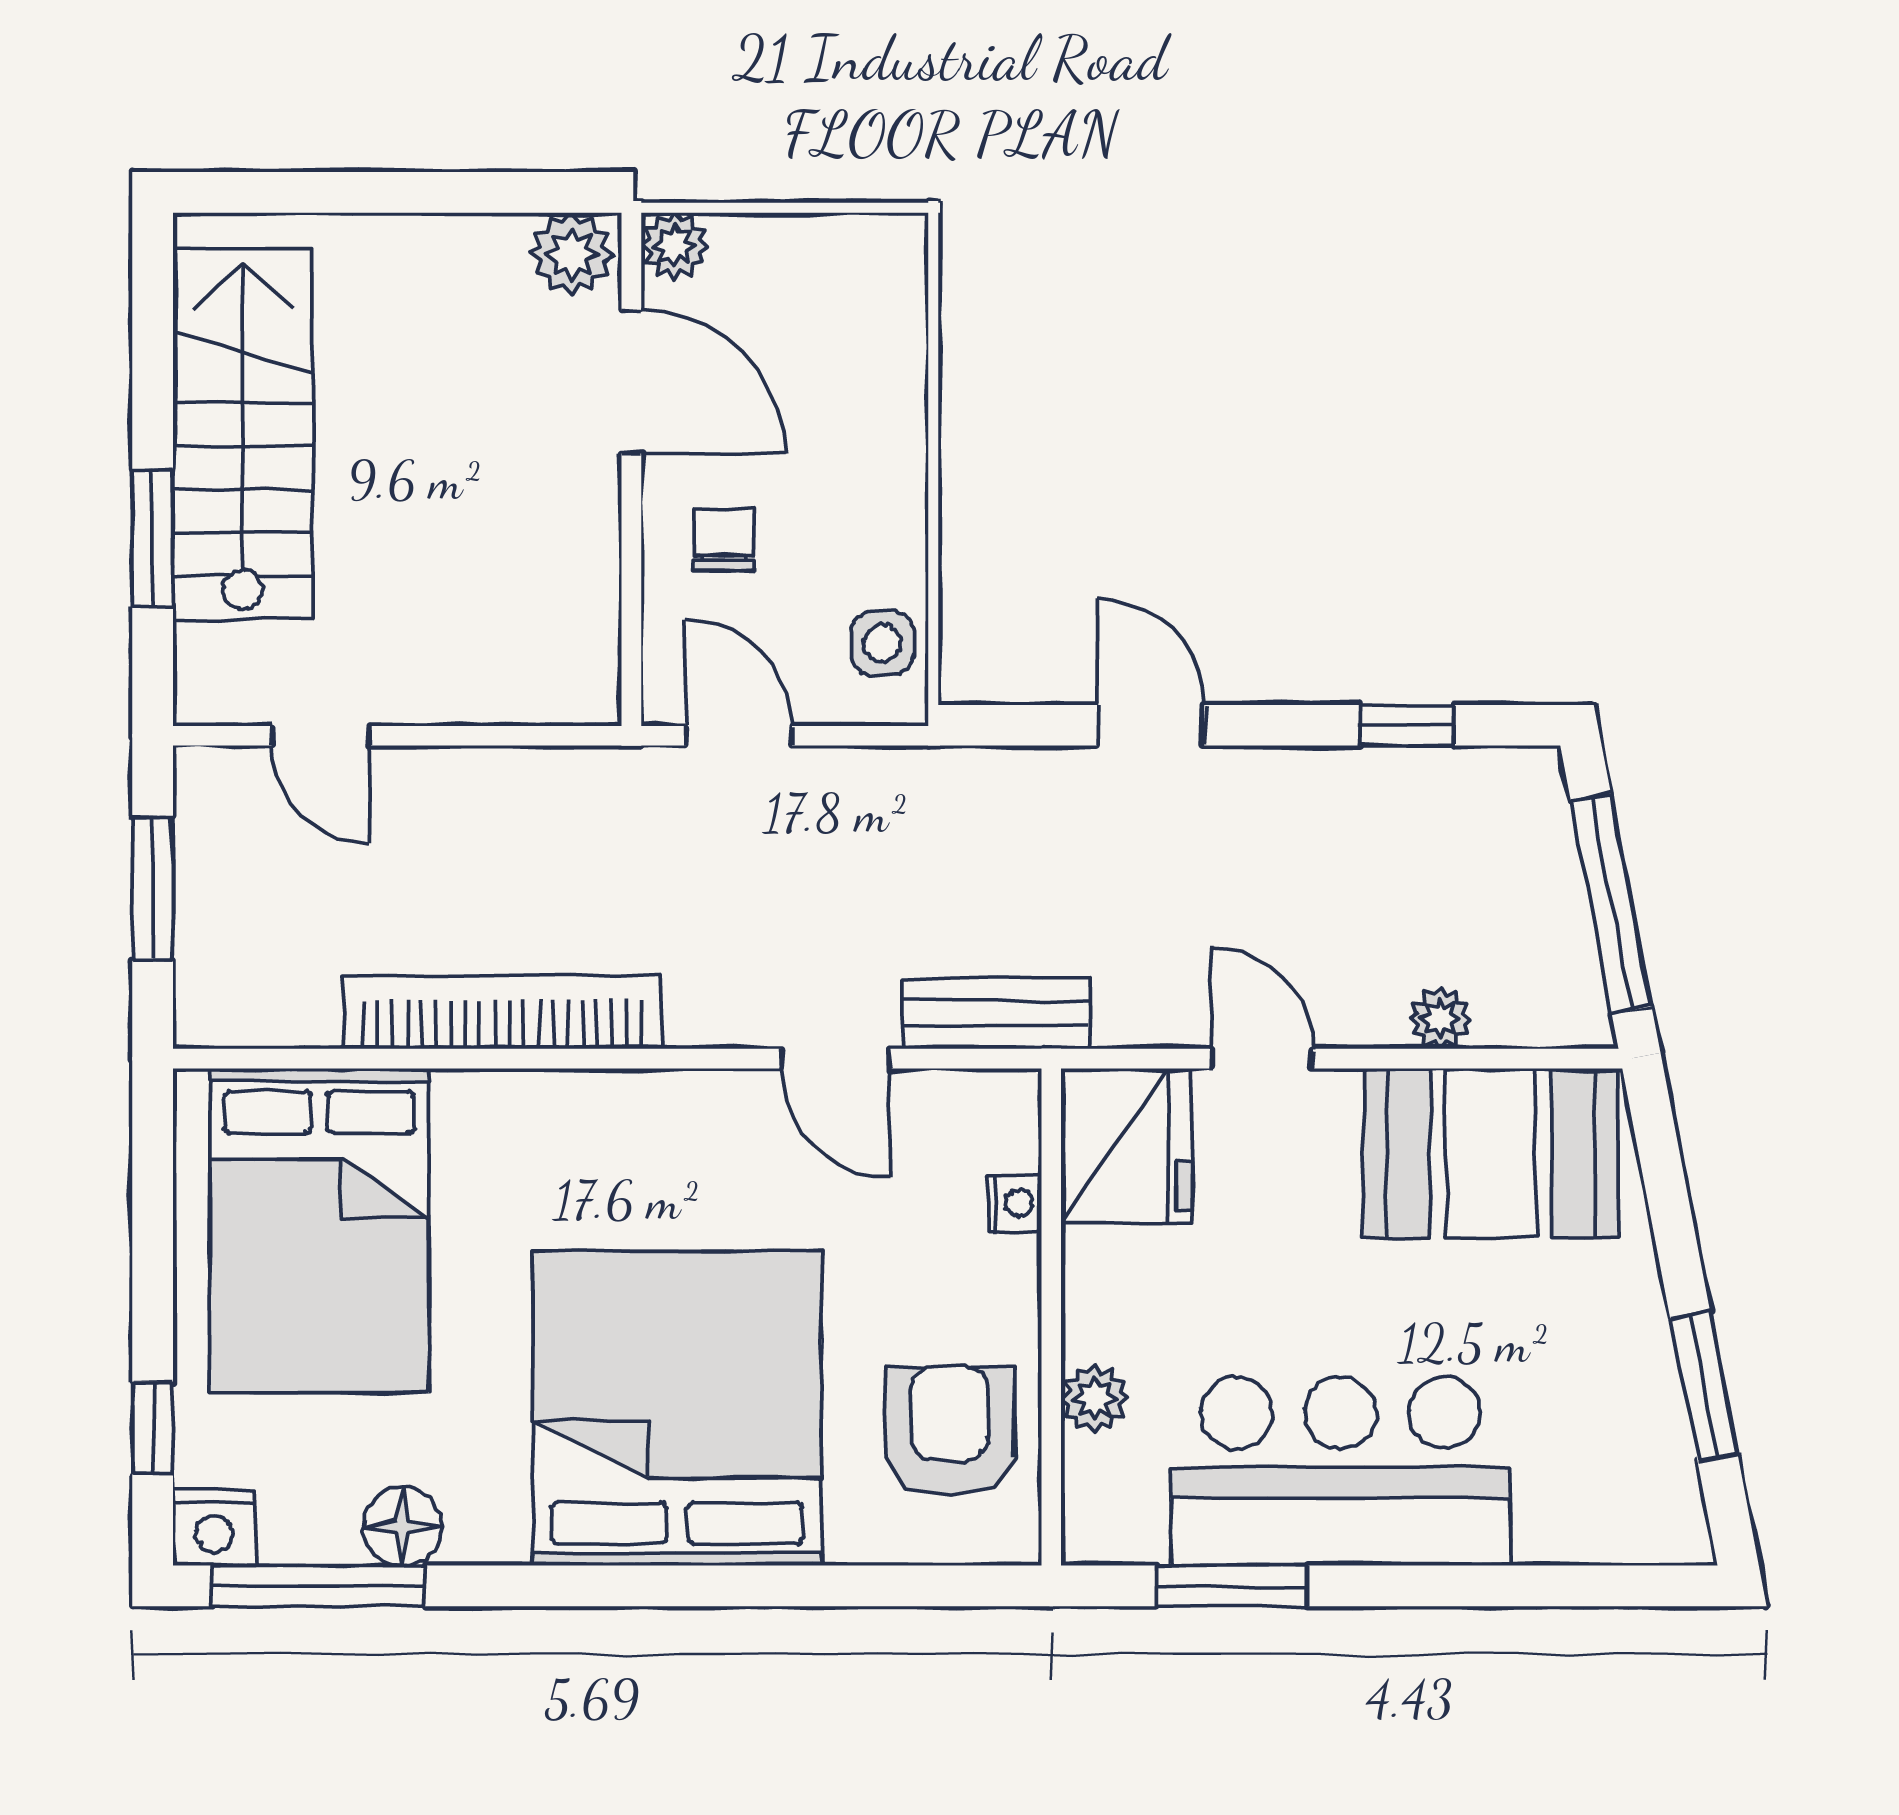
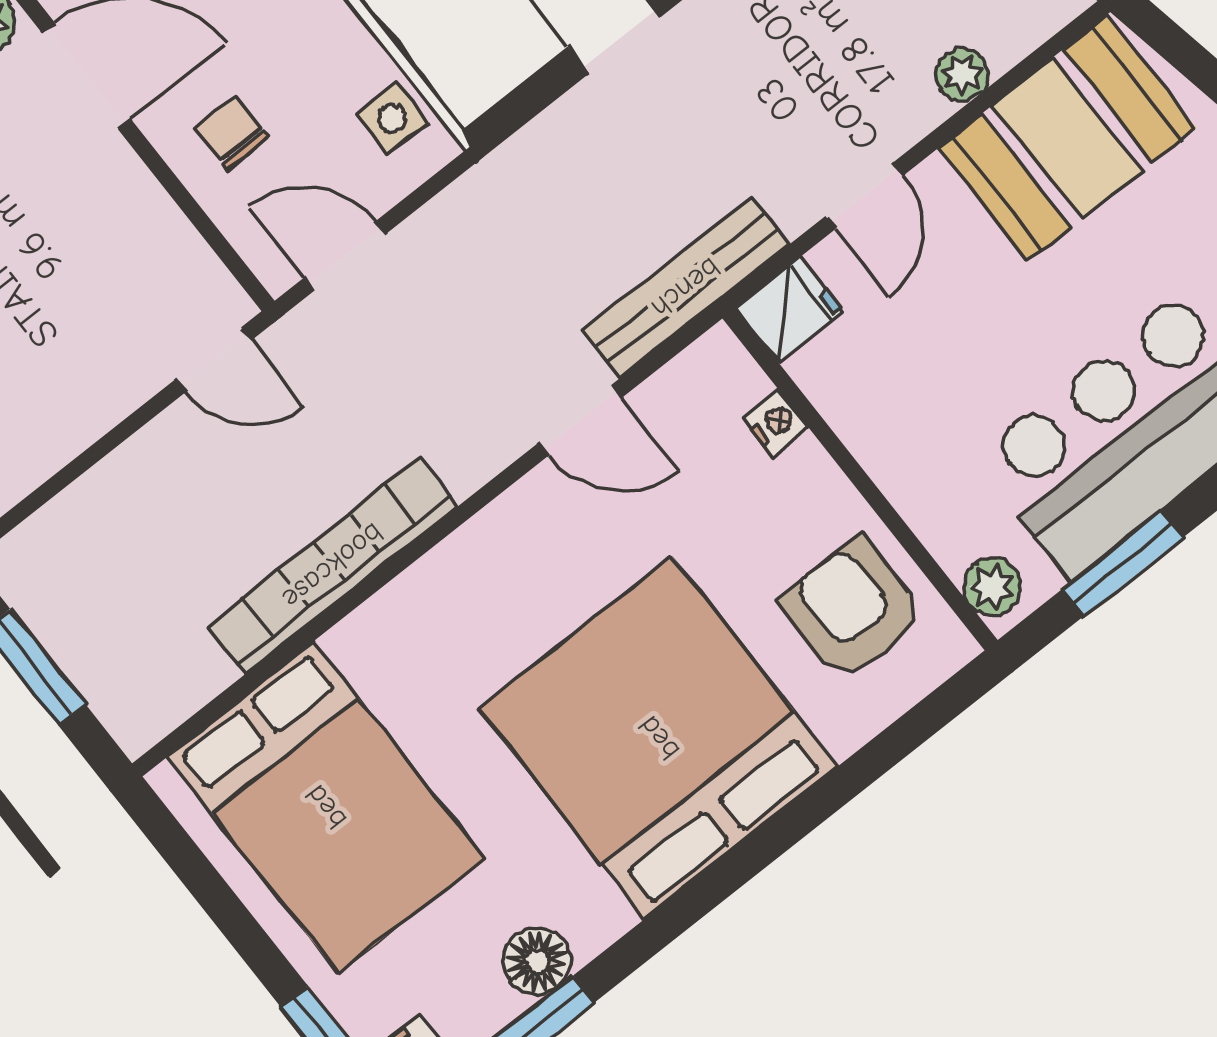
door: (320, 736) -> (213, 360), moved
bench: (996, 1013) -> (686, 288), width x1.36
door: (1262, 1059) -> (865, 196), swing flipped
fridge: (1126, 1146) -> (790, 310), width x0.53, depth x0.75
plant: (1095, 1399) -> (992, 587), moved

